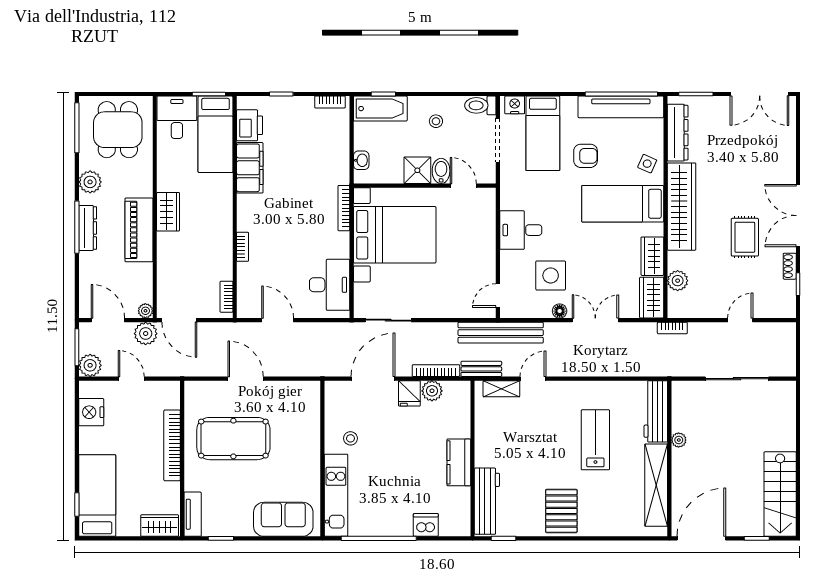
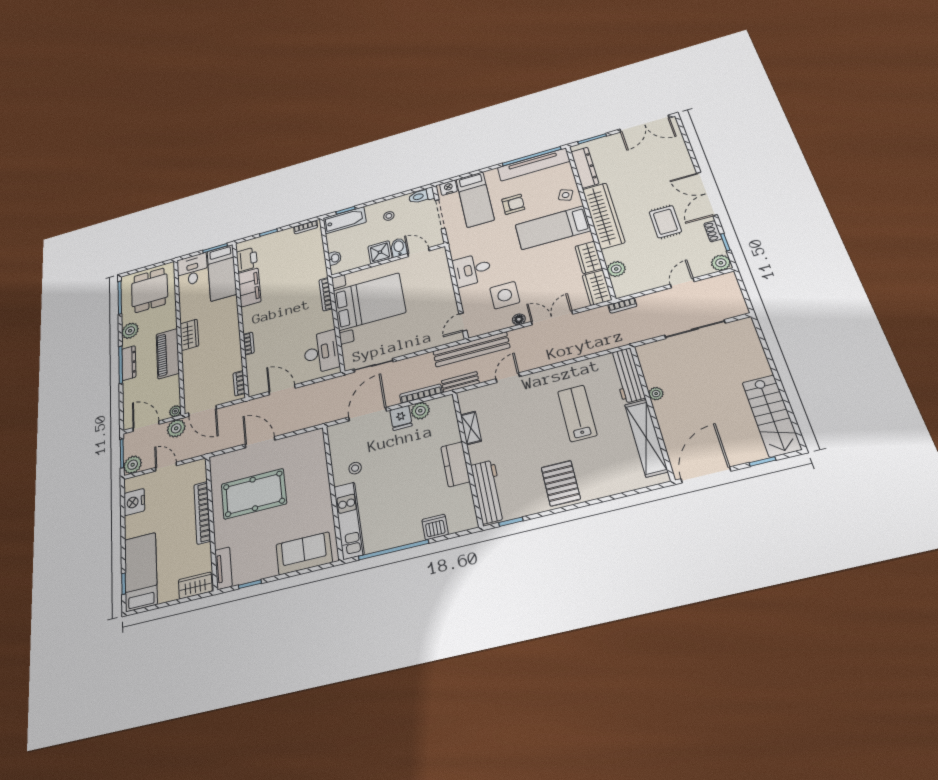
plant: (786, 308) -> (721, 263), added
shelving: (501, 389) -> (471, 428), moved, turned 90

